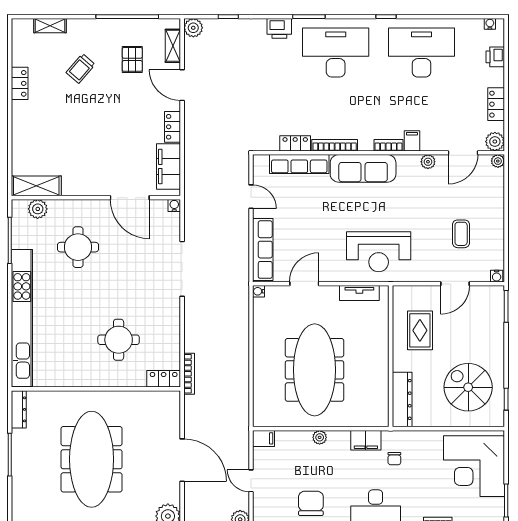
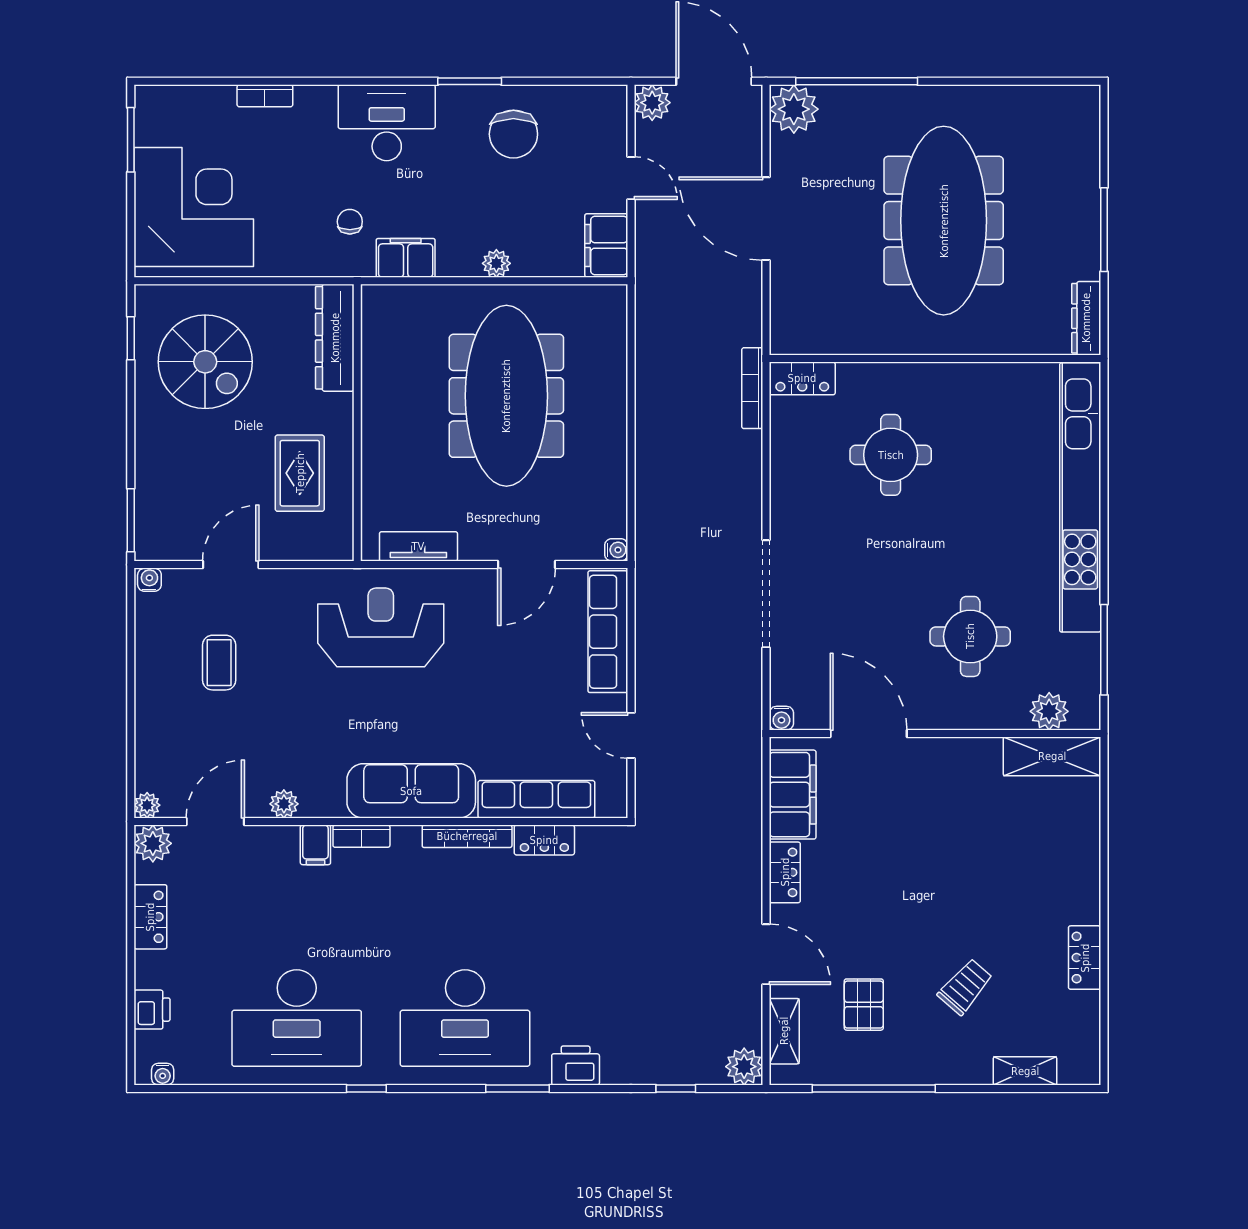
filing cabinet: (264, 438) -> (606, 245), width x2.00

